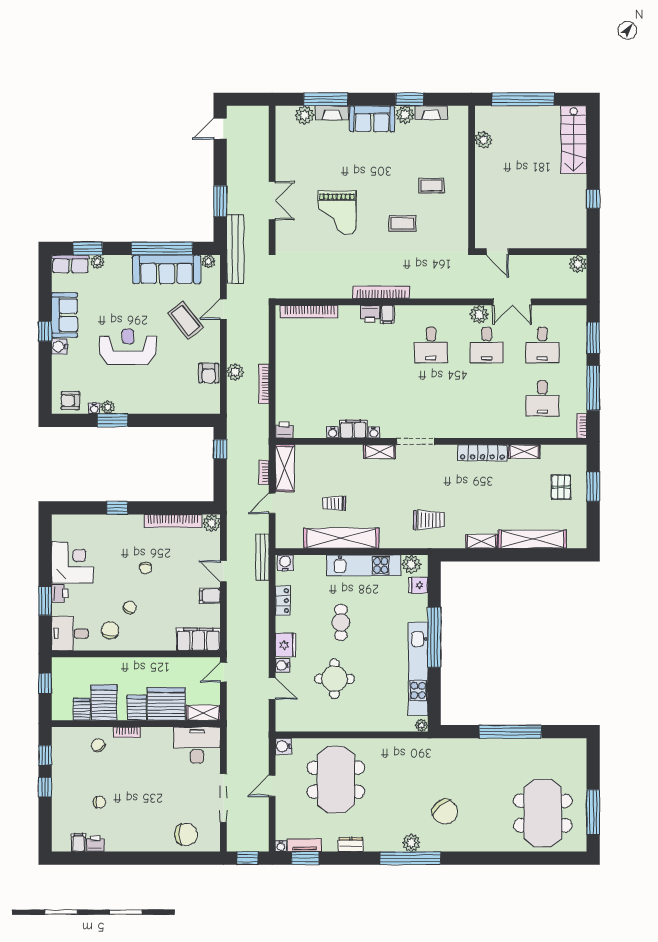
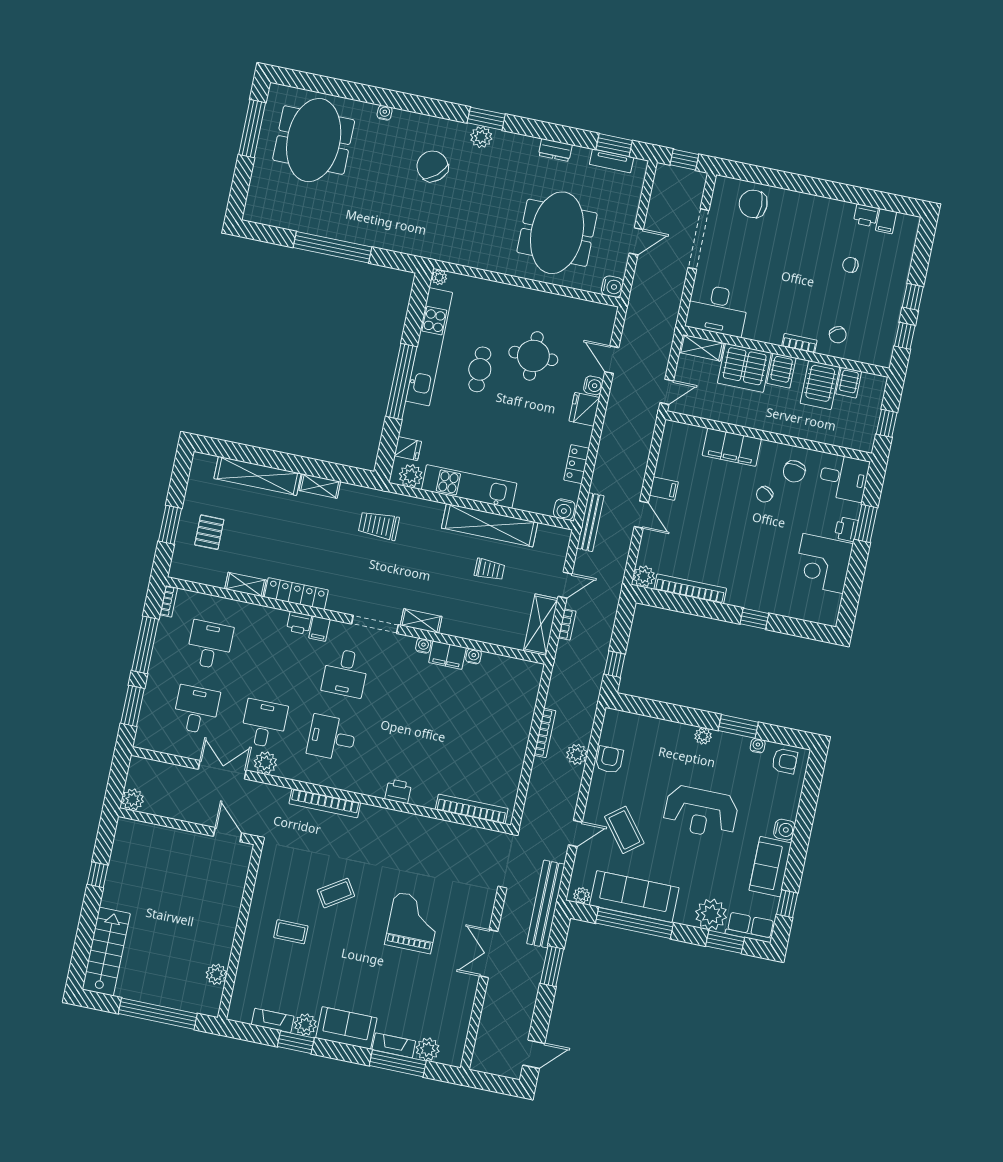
coffee table: (402, 223) -> (336, 893), turned -33
plant: (97, 262) -> (711, 914), width x1.88, depth x1.88
bookcase: (381, 292) -> (325, 803), moved
filing cabinet: (387, 314) -> (319, 629), moved, turned 180
window: (45, 331) -> (787, 904), moved
desk: (431, 345) -> (332, 738), turned -90
desk: (431, 398) -> (345, 673), added
plant: (108, 407) -> (703, 736), moved
printer: (284, 430) -> (299, 623), moved
chair: (145, 568) -> (735, 538), removed
cafe table: (341, 622) -> (480, 369), moved
filing cabinet: (198, 639) -> (732, 447), moved
water cooler: (281, 846) -> (385, 113), moved
window: (410, 858) -> (486, 119), width x0.47

